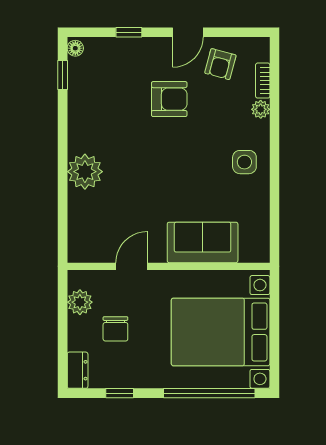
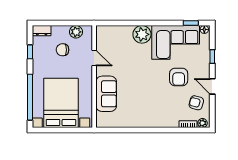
corner sofa: (101, 105) -> (176, 42), added
plant: (261, 109) -> (202, 123), moved
side table: (244, 162) -> (147, 115), removed

